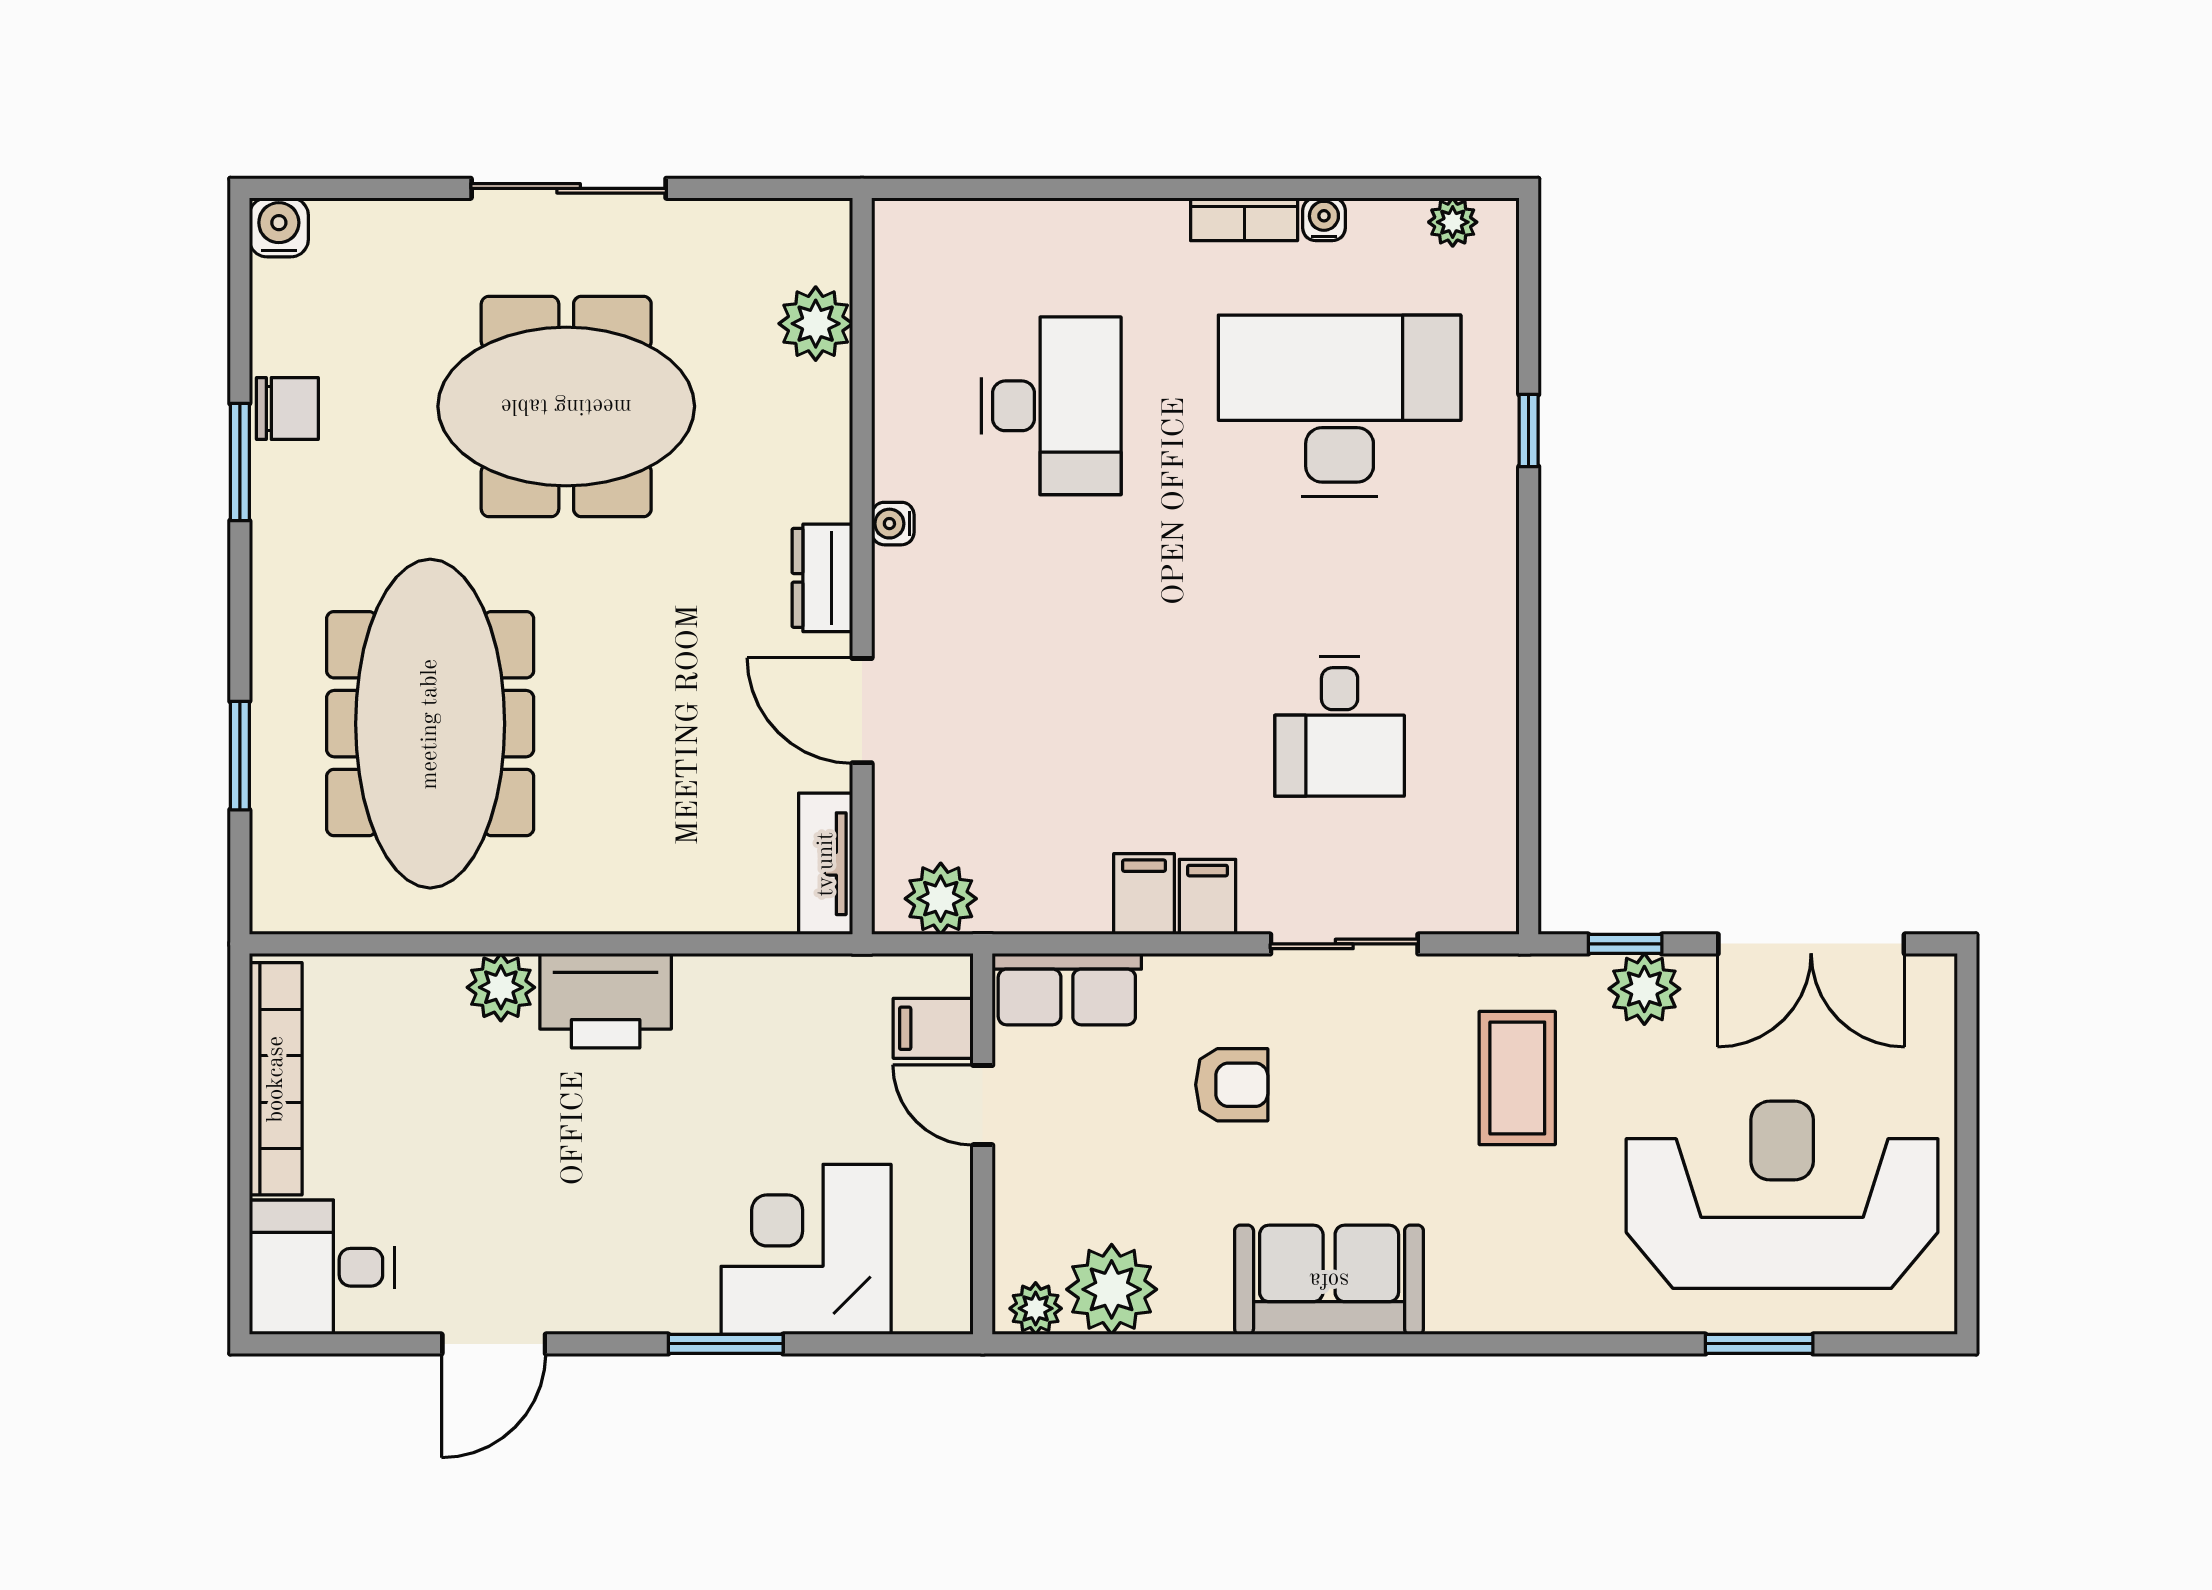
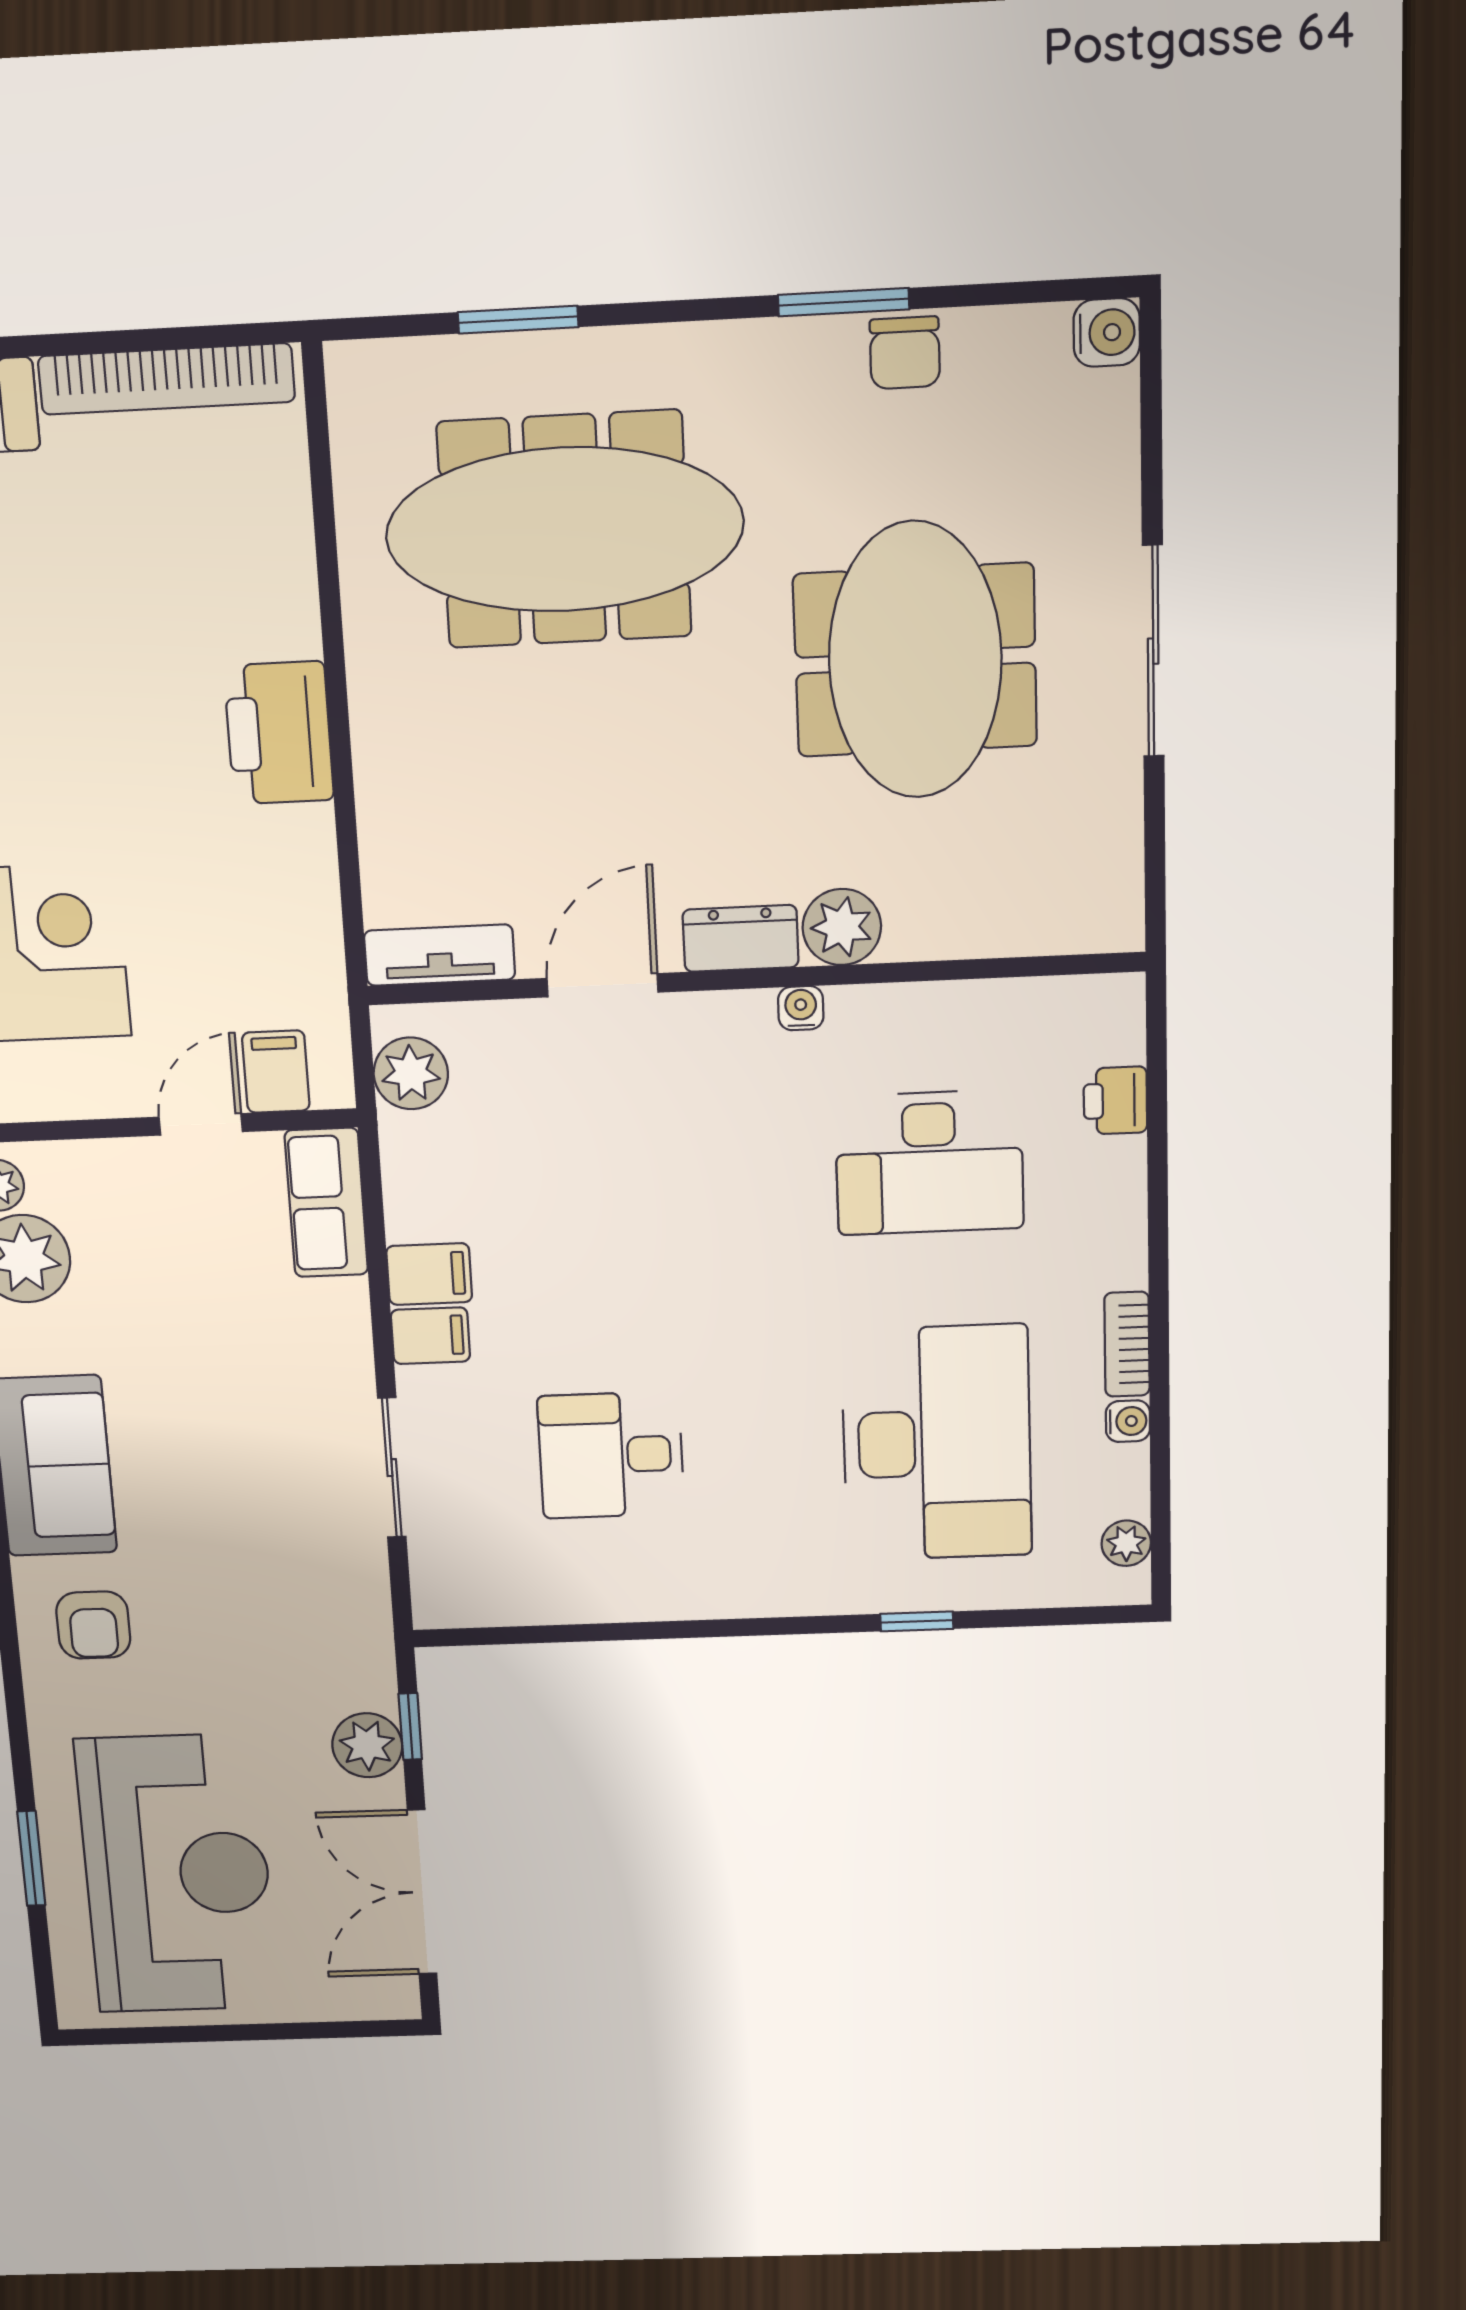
printer: (997, 228) -> (1115, 1101), added
plant: (816, 324) -> (842, 927), moved
plant: (501, 987) -> (285, 621), removed
coffee table: (1517, 1078) -> (270, 1633), removed
armchair: (1232, 1085) -> (93, 1625), moved

